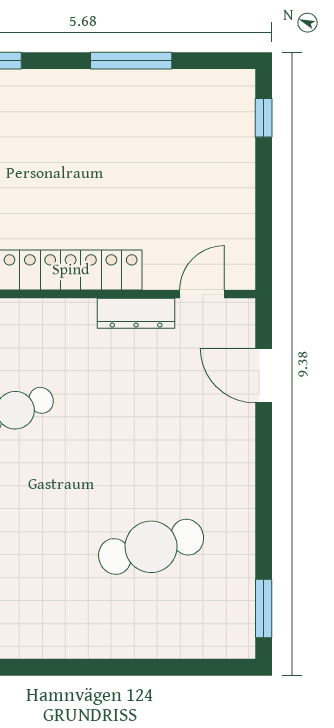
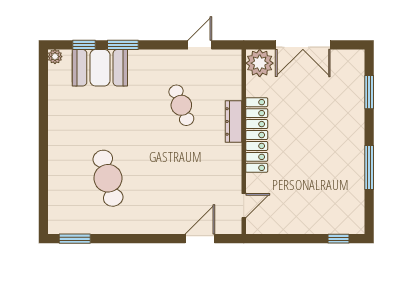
door: (202, 294) -> (244, 206), hinge flipped
dresser: (136, 313) -> (233, 121), moved

